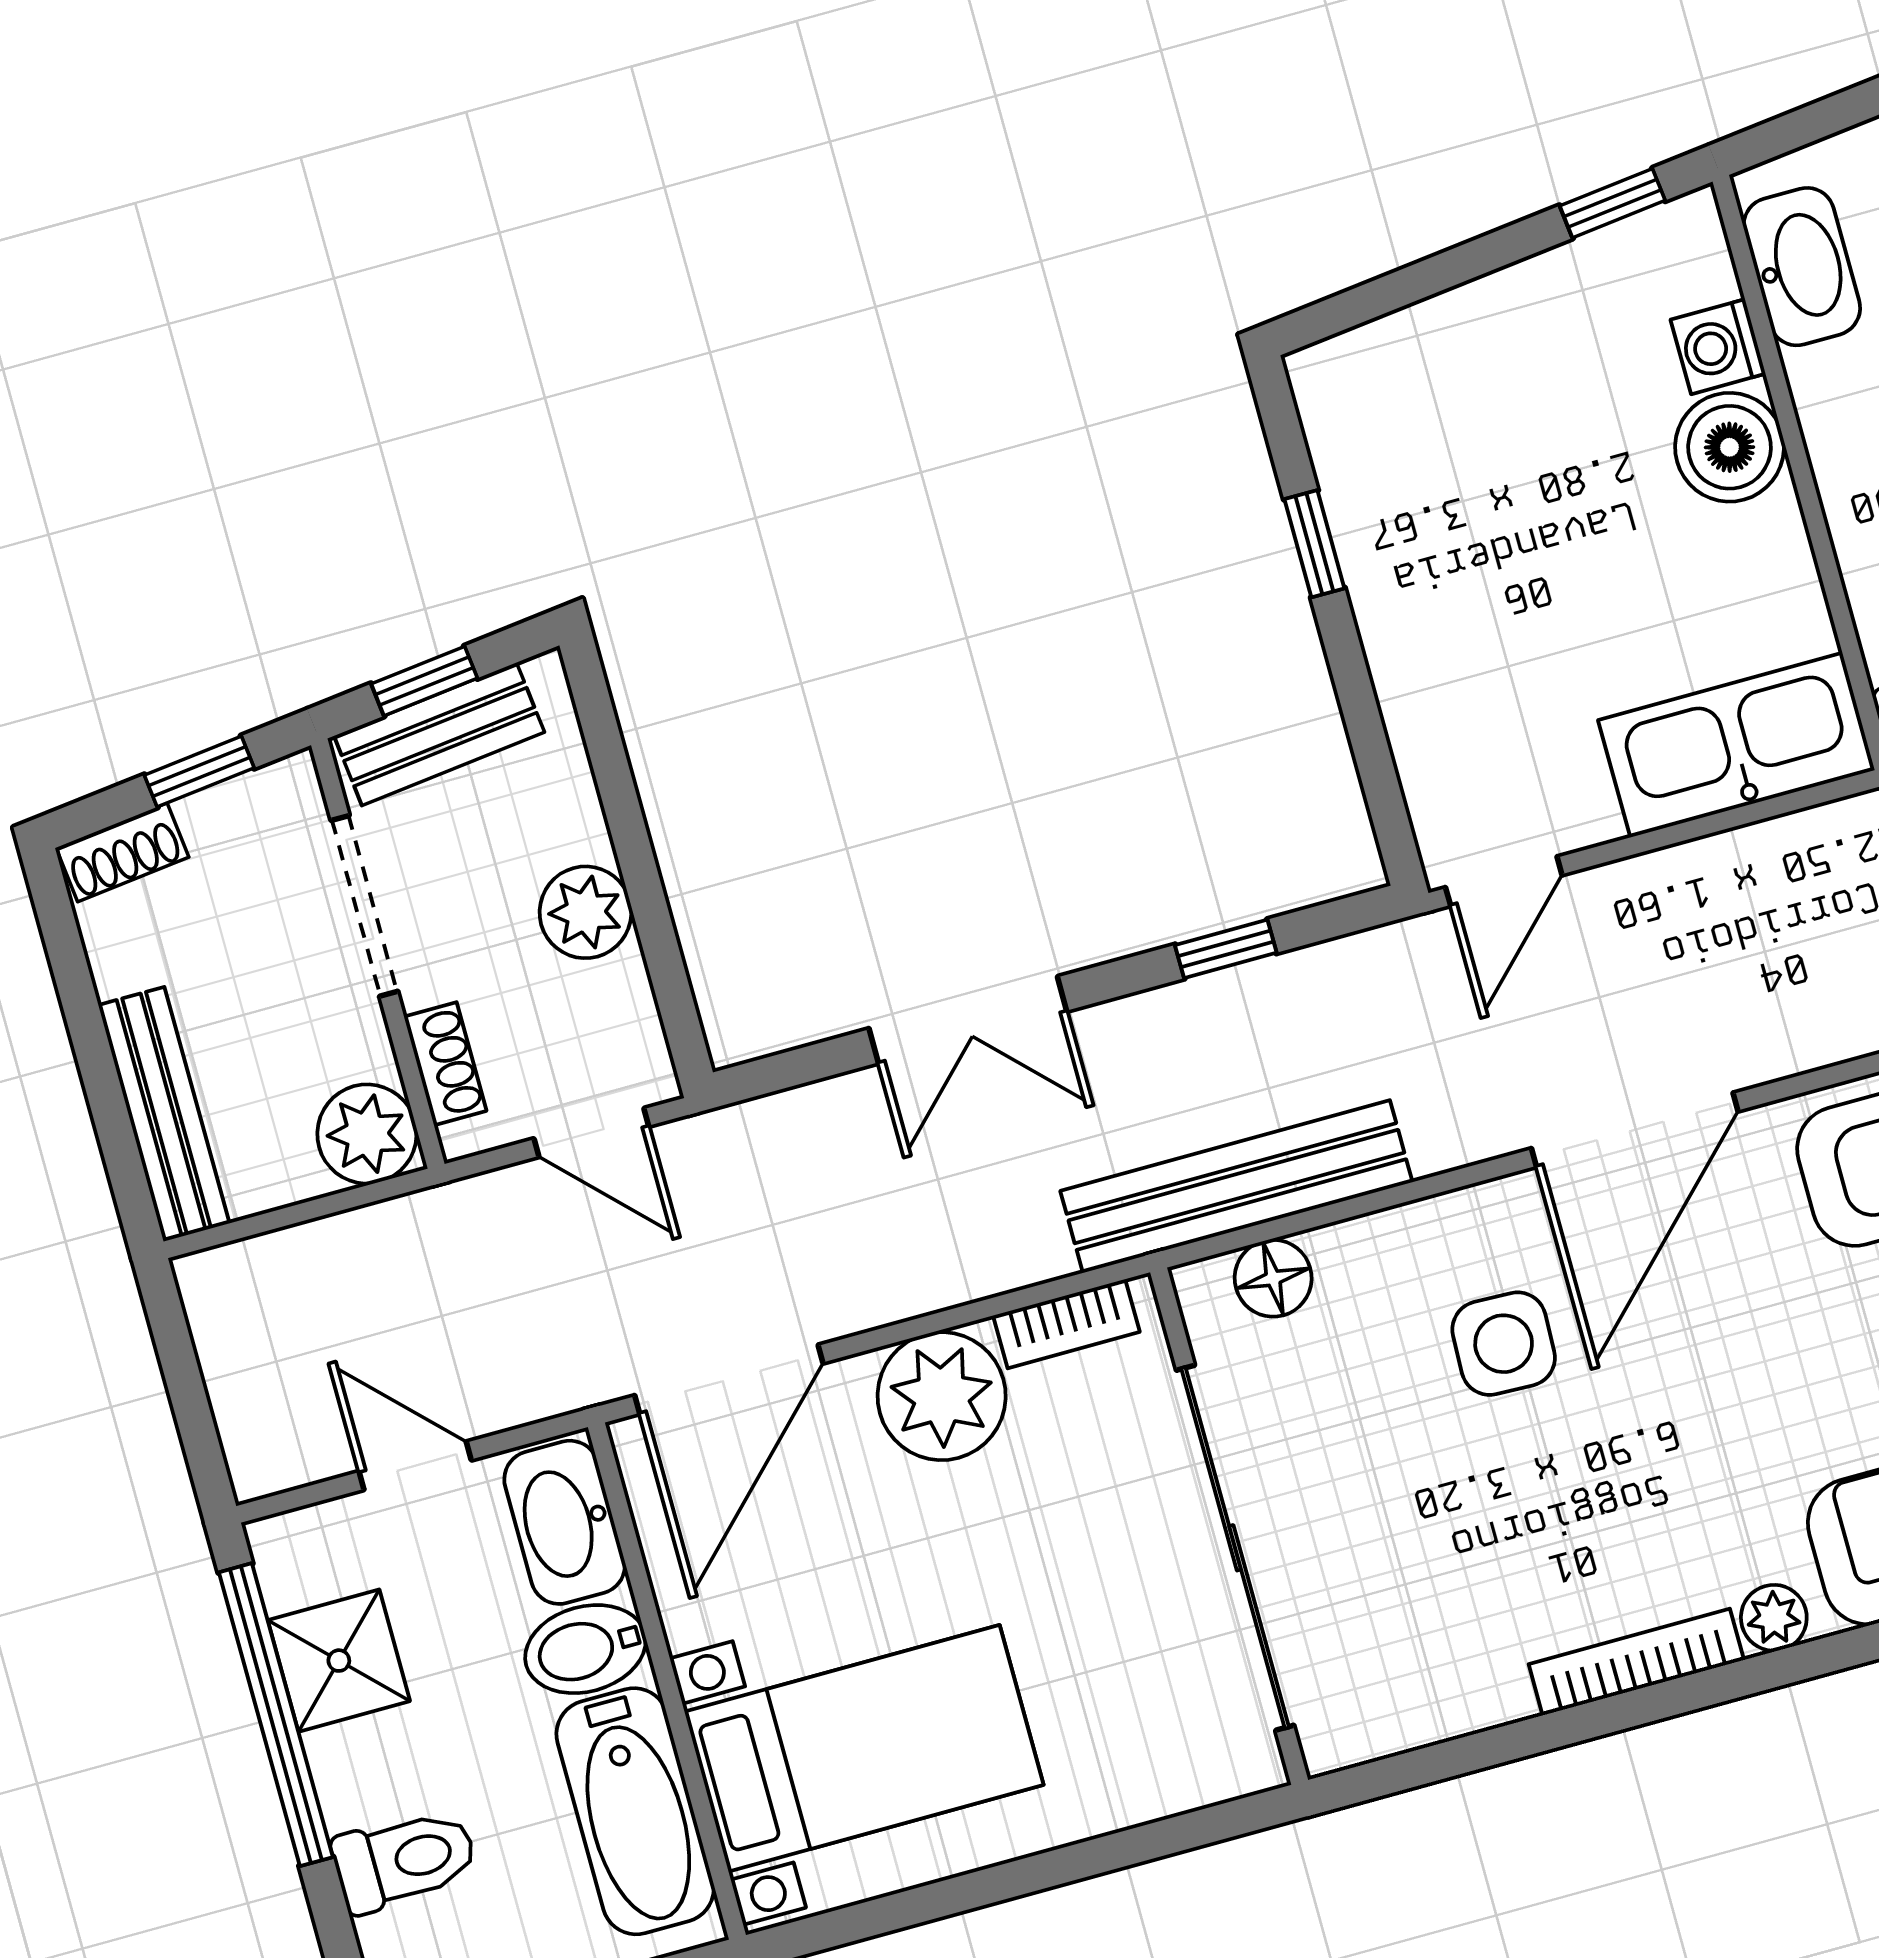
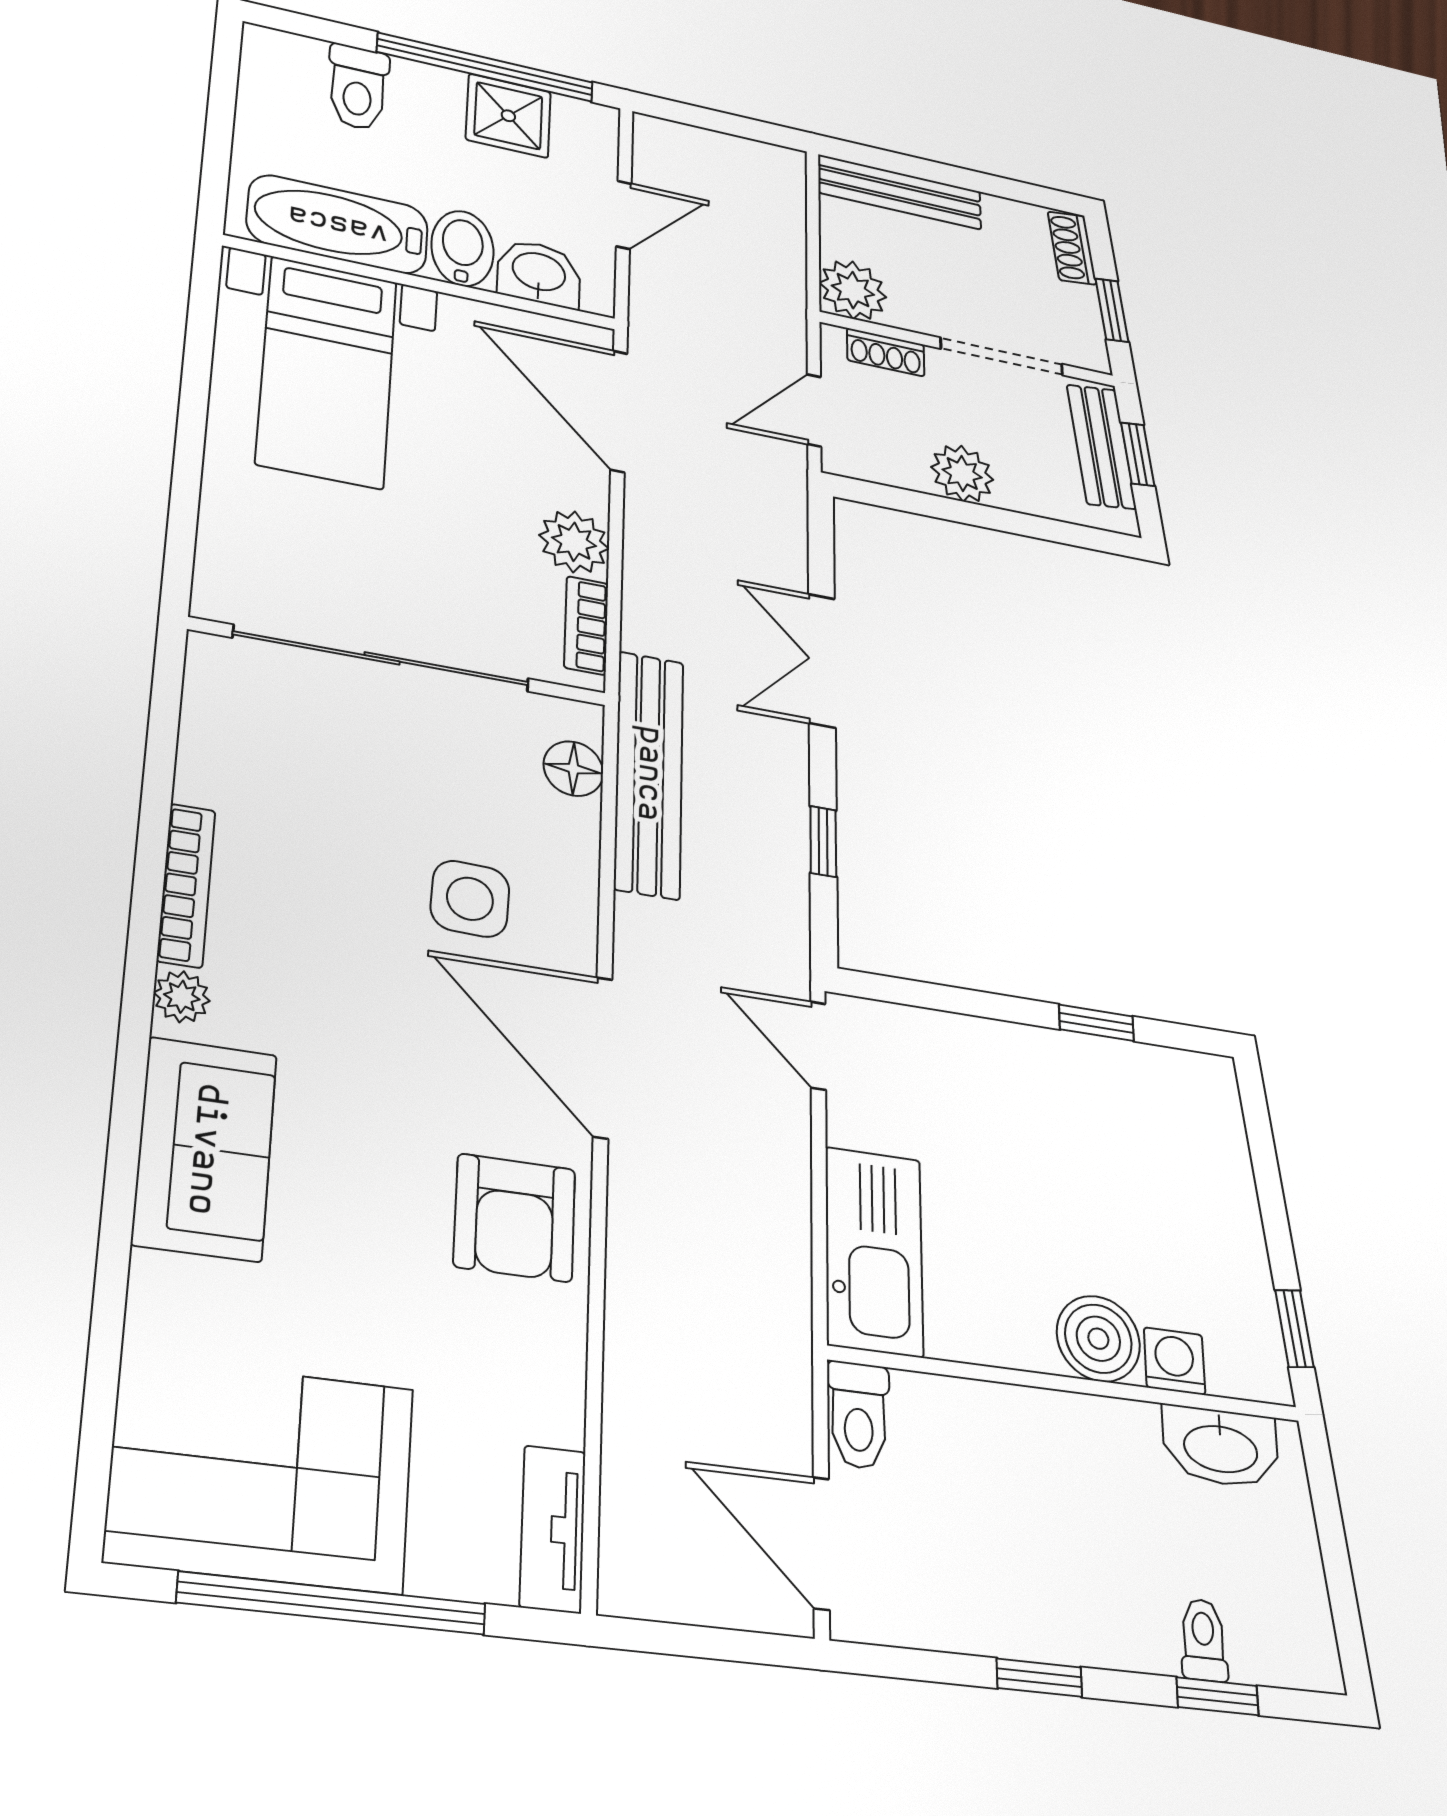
plant: (942, 1396) -> (574, 542), width x0.73, depth x0.73
washbasin: (565, 1522) -> (539, 273), width x0.72

